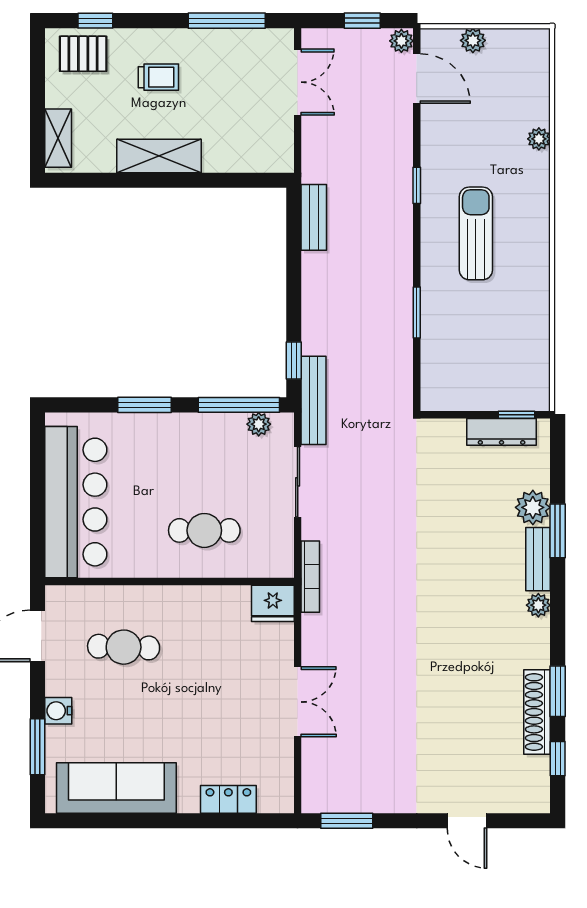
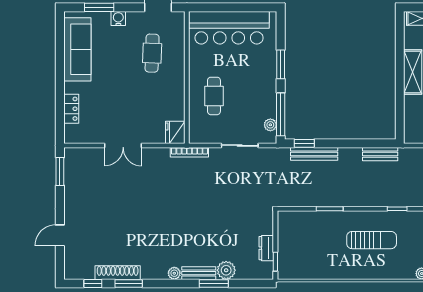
bench: (314, 400) -> (314, 154), moved
dresser: (502, 432) -> (266, 248), width x0.70

